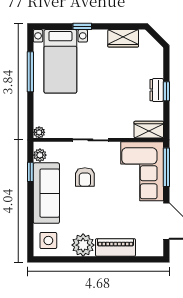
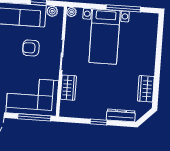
window: (82, 26) -> (158, 55), removed
bed with nightstands: (60, 61) -> (105, 37), moved, turned -90
dresser: (157, 90) -> (121, 115), moved, width x1.44
wardrobe: (149, 130) -> (68, 88), moved

